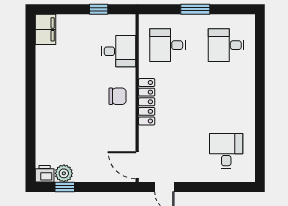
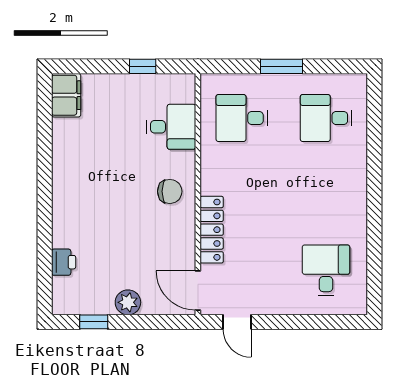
locker: (147, 102) -> (212, 230), moved
plant: (64, 173) -> (128, 302), moved
printer: (45, 174) -> (64, 262), moved, turned 90

